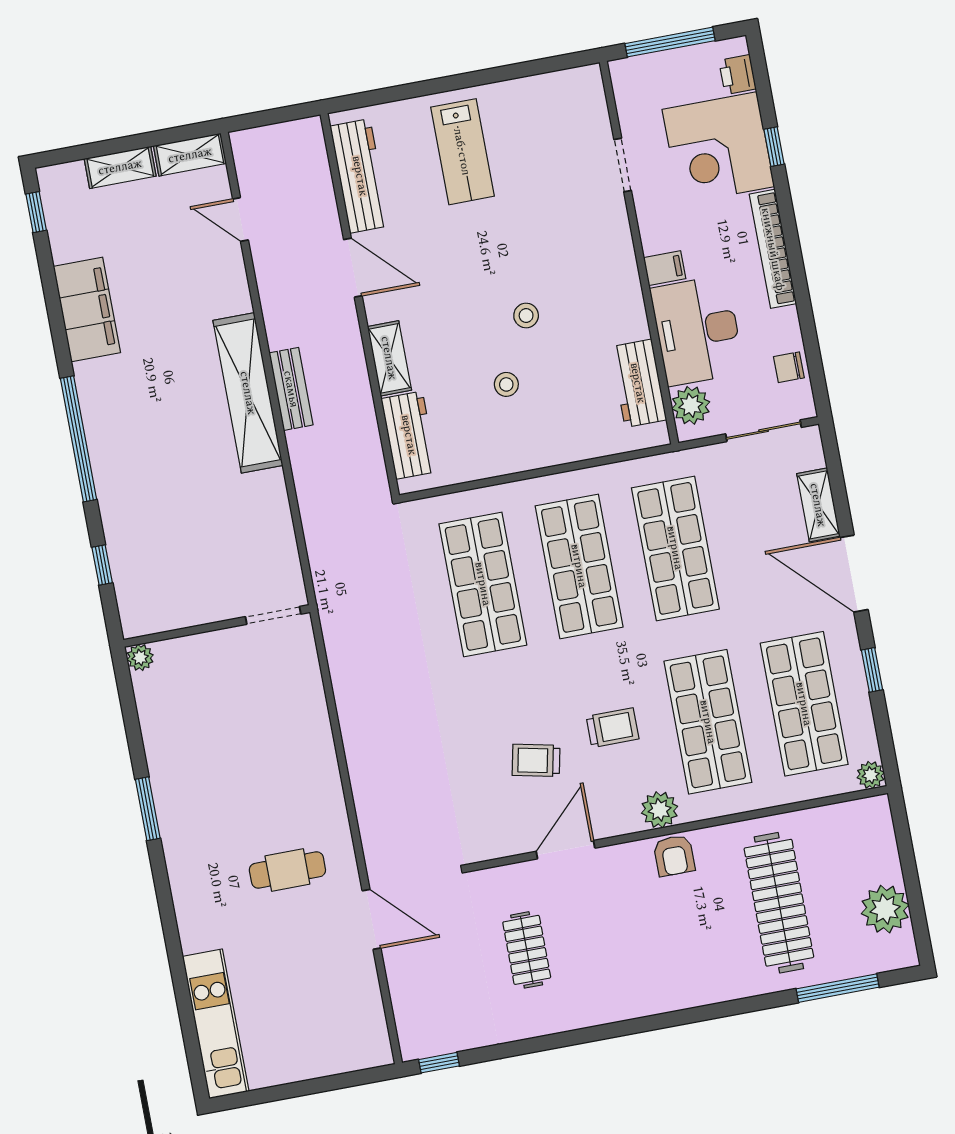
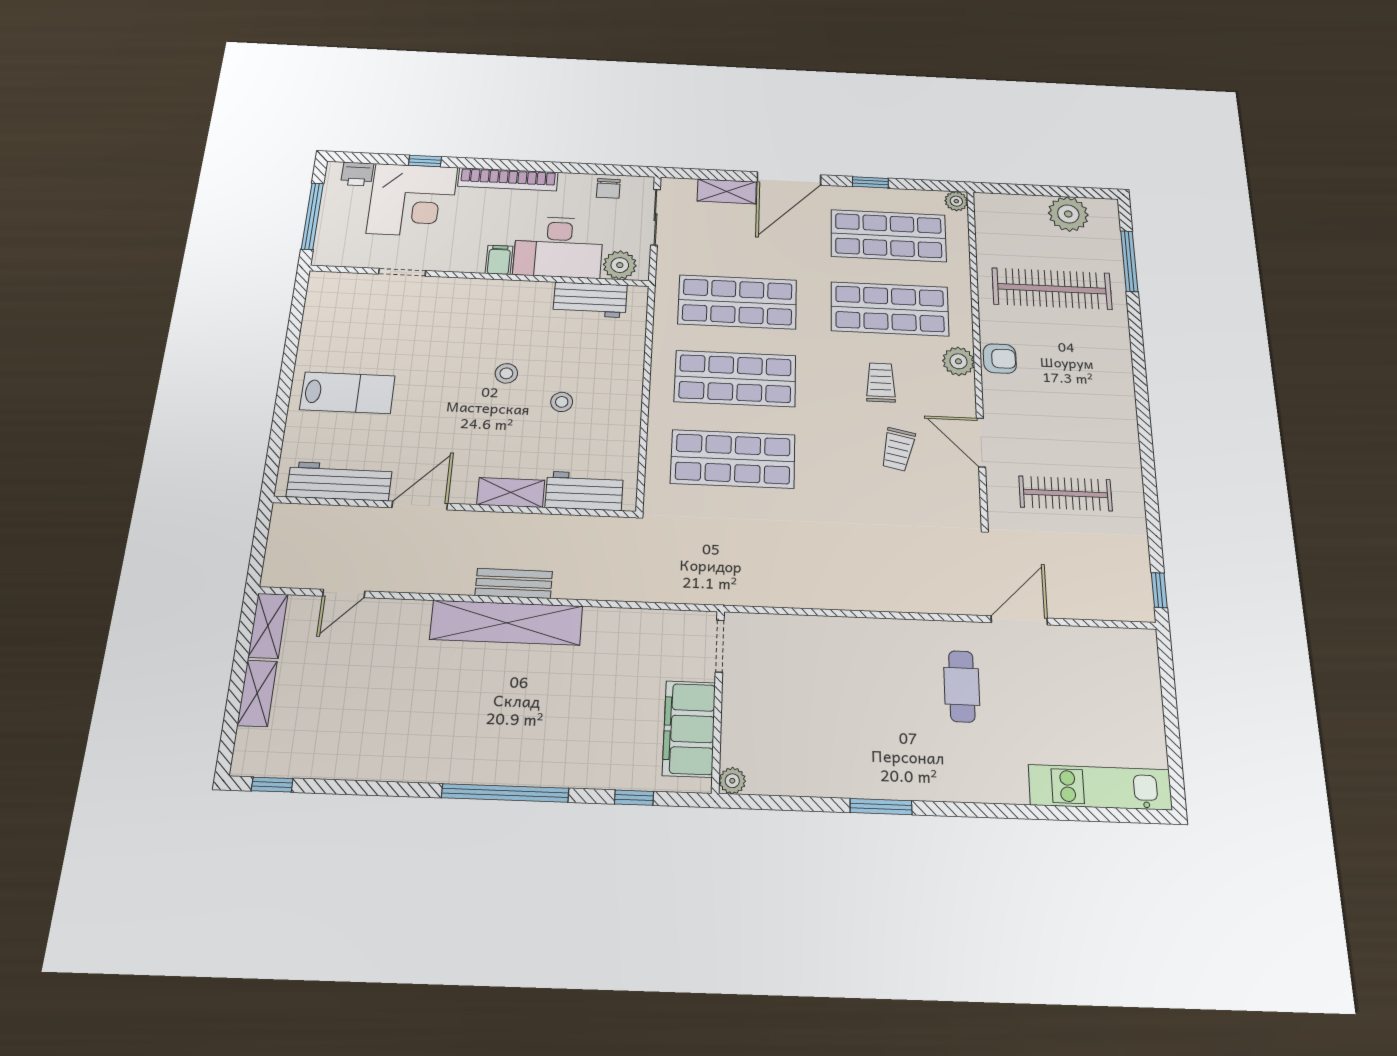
filing cabinet: (87, 309) -> (689, 729), moved, turned -90
clothes rail: (527, 950) -> (1066, 493), width x1.36

